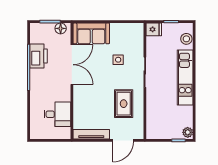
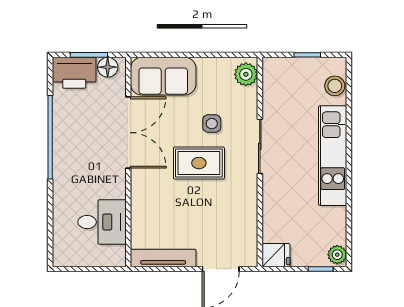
fridge: (154, 29) -> (276, 255), moved
plant: (137, 32) -> (246, 74), added
printer: (39, 56) -> (74, 73), moved, turned 90
rug: (124, 104) -> (199, 163), moved, turned 90

